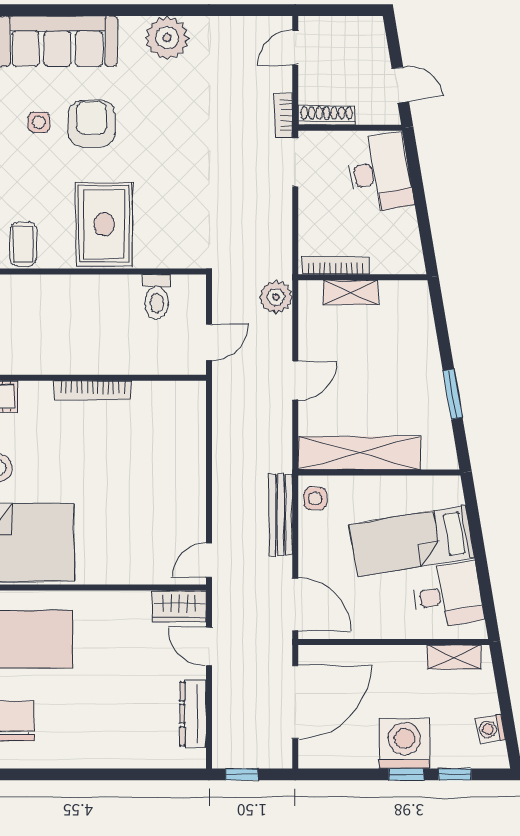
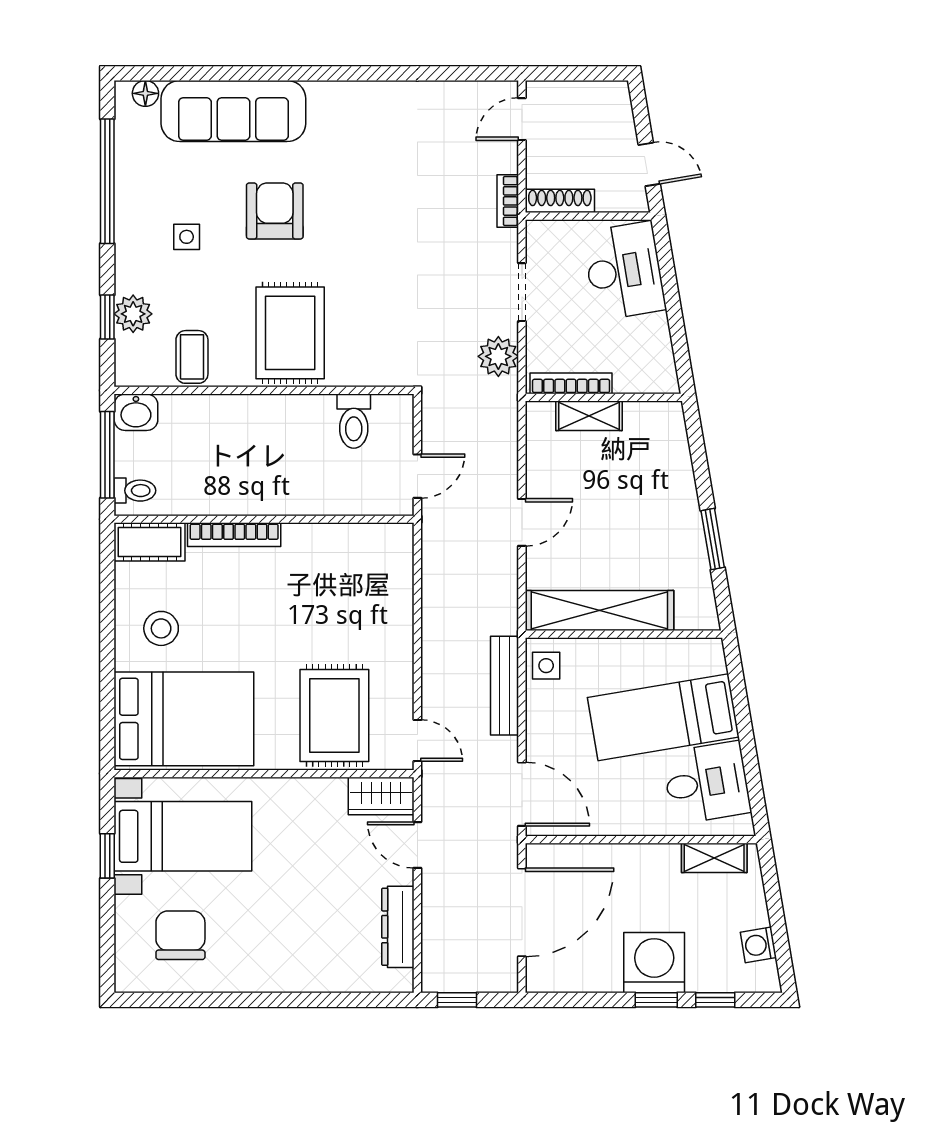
plant: (167, 38) -> (366, 107), removed
side table: (39, 122) -> (187, 237), moved
doorway: (295, 162) -> (522, 292), moved
plant: (276, 297) -> (498, 356), moved
bookcase: (93, 390) -> (234, 535), moved
rug: (141, 540) -> (334, 715), added
door: (209, 560) -> (417, 741), swing flipped

